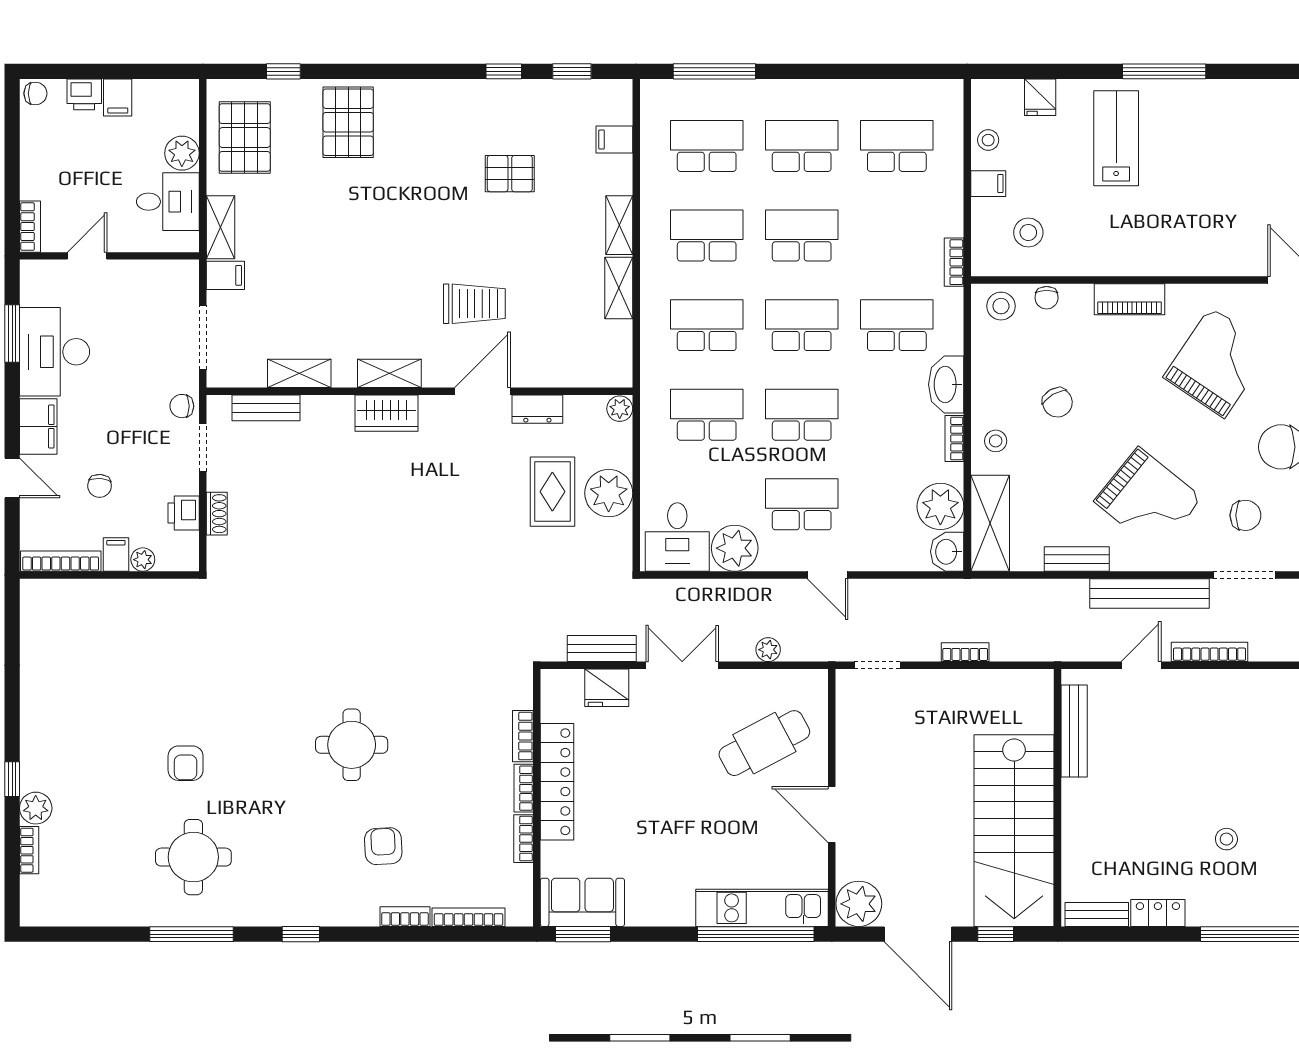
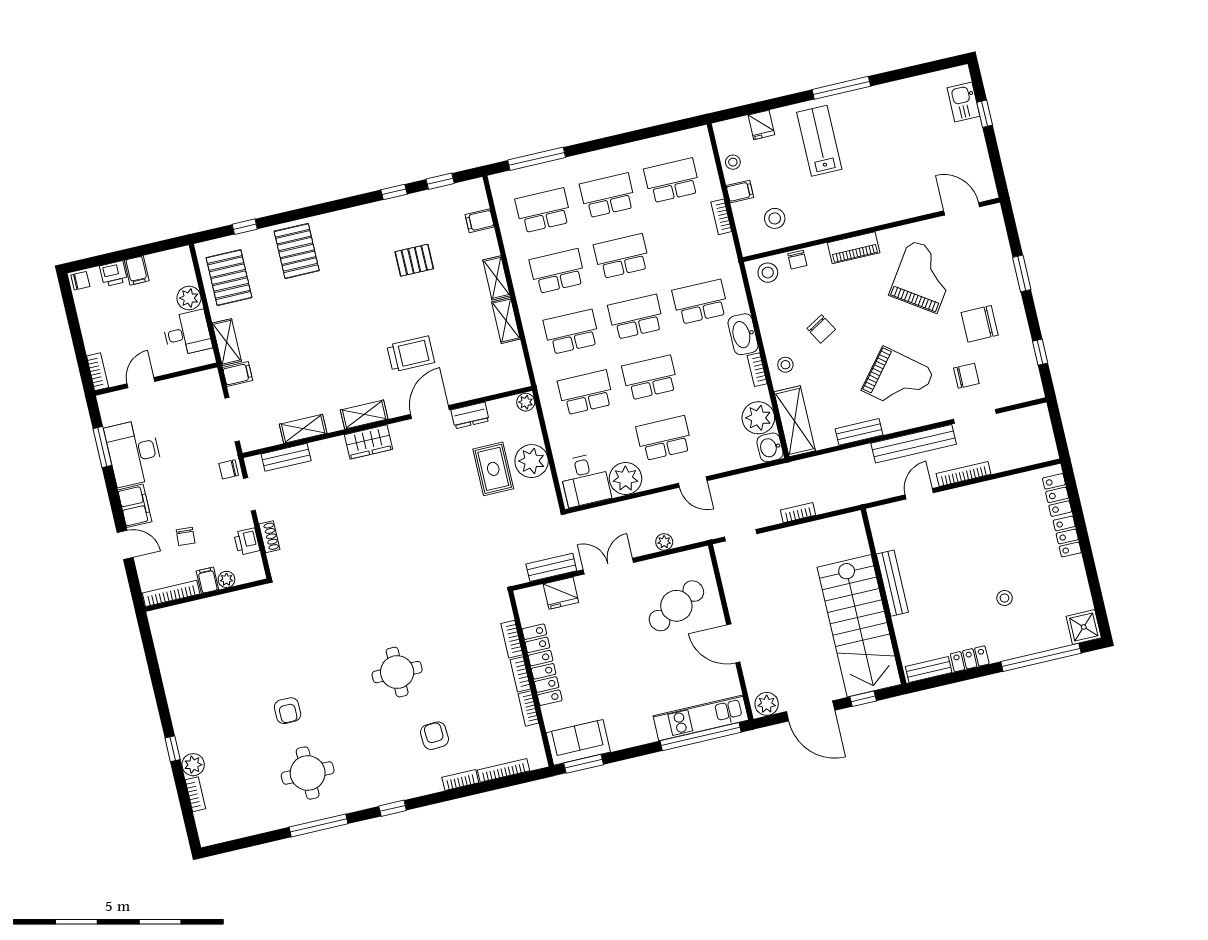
bookcase: (954, 262) -> (721, 217), moved
bench: (1074, 731) -> (892, 583), moved
plant: (859, 904) -> (767, 704), width x0.73, depth x0.73

